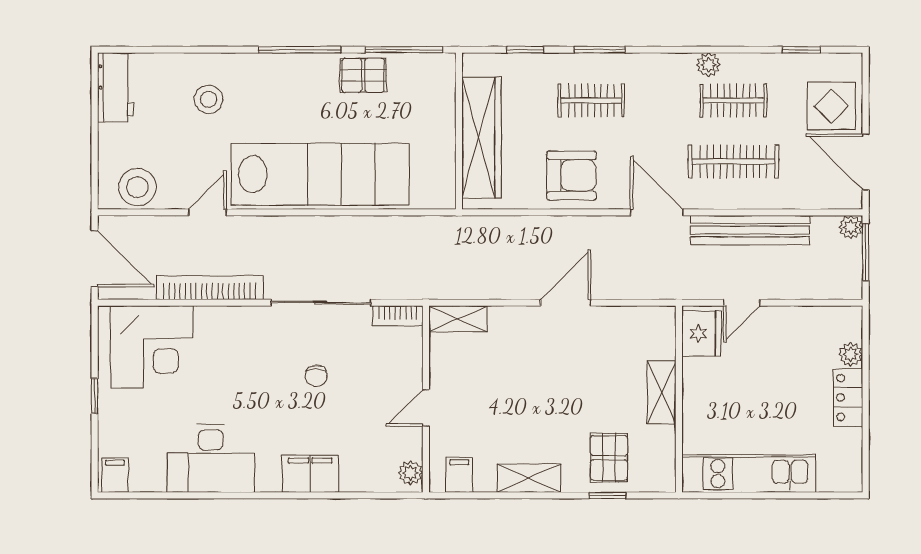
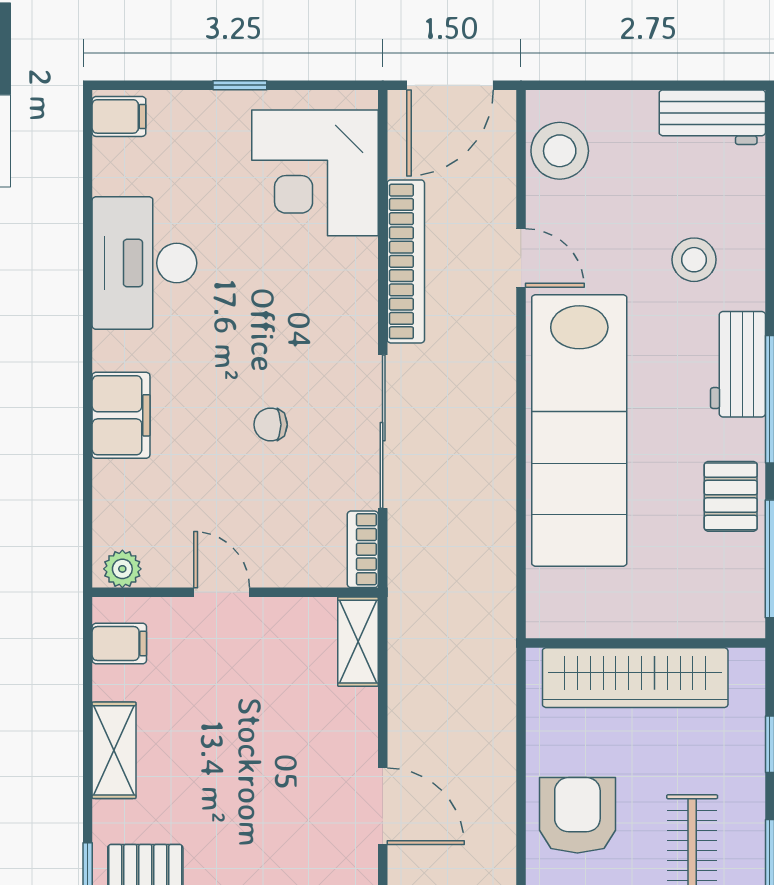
workbench: (277, 71) -> (738, 364), added
armchair: (571, 175) -> (577, 815), turned 180

